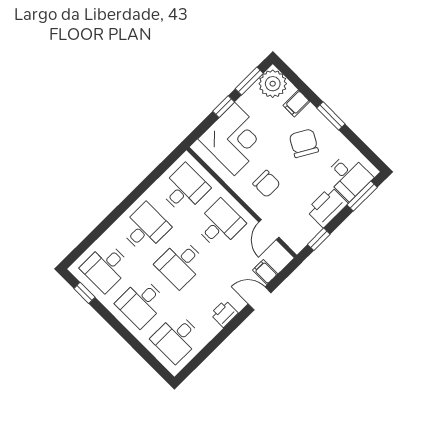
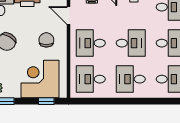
window: (224, 107) -> (46, 101), moved
door: (269, 230) -> (69, 15), swing flipped

